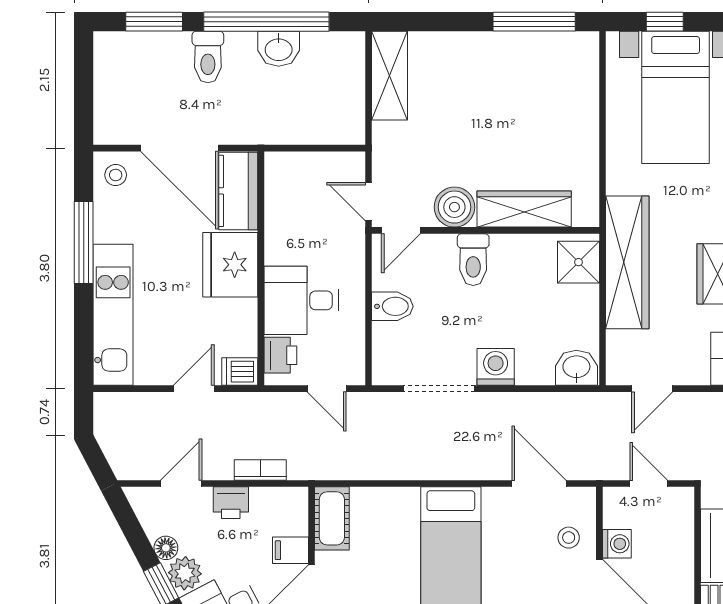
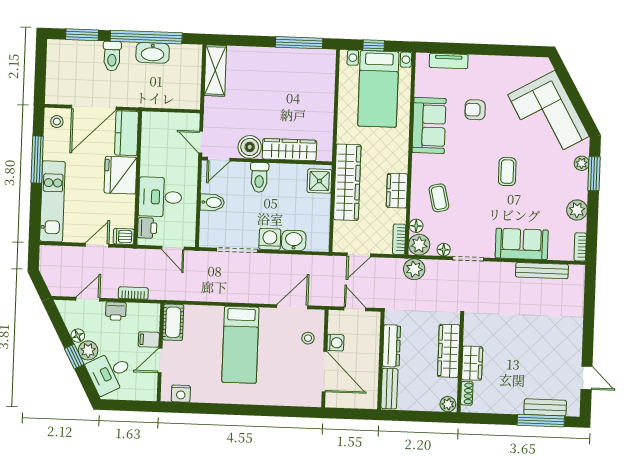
washbasin: (279, 49) -> (153, 53), width x1.38
door: (179, 148) -> (94, 108), hinge flipped
washbasin: (576, 368) -> (294, 240), moved
door: (539, 484) -> (292, 307), hinge flipped

